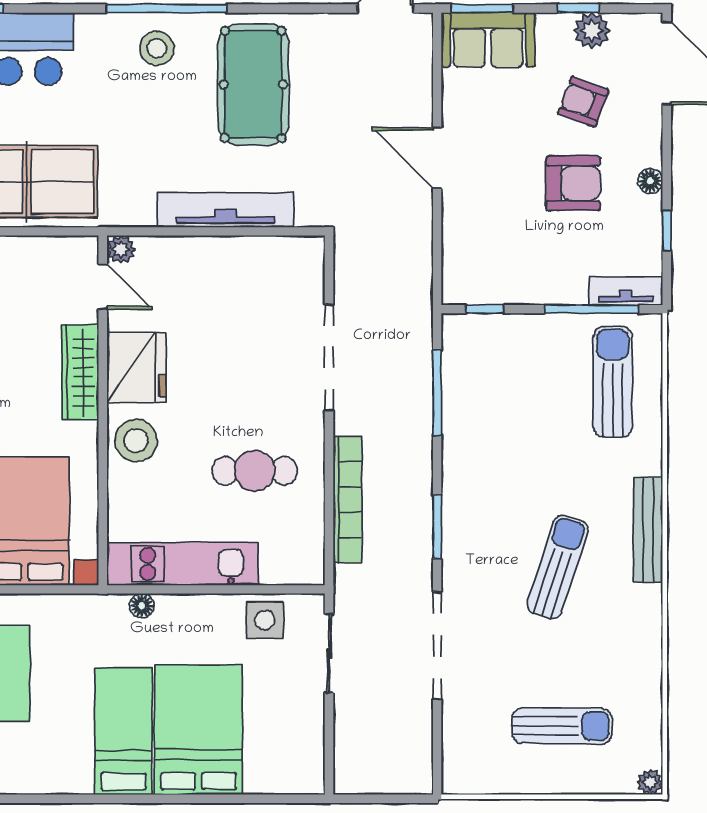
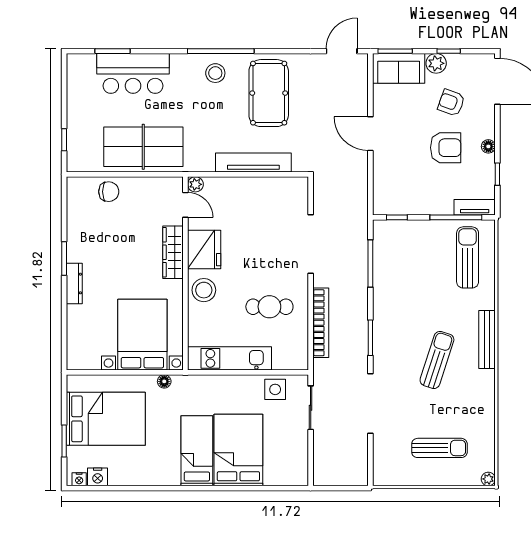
plant: (592, 31) -> (436, 63), moved
floor lamp: (142, 606) -> (164, 381), moved

